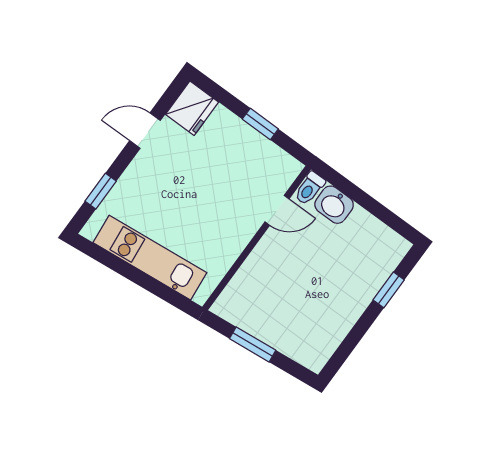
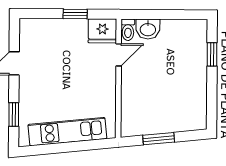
fridge: (192, 108) -> (102, 31), moved, turned 90

